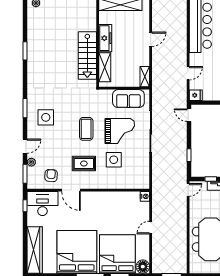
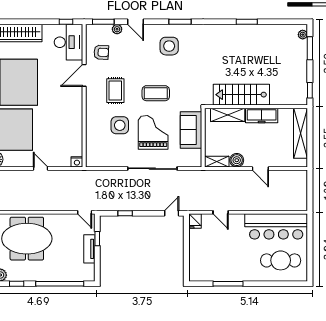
boiler: (144, 60) -> (237, 160), added
sofa: (128, 99) -> (191, 130), moved
grand piano: (120, 131) -> (153, 132), turned 180

